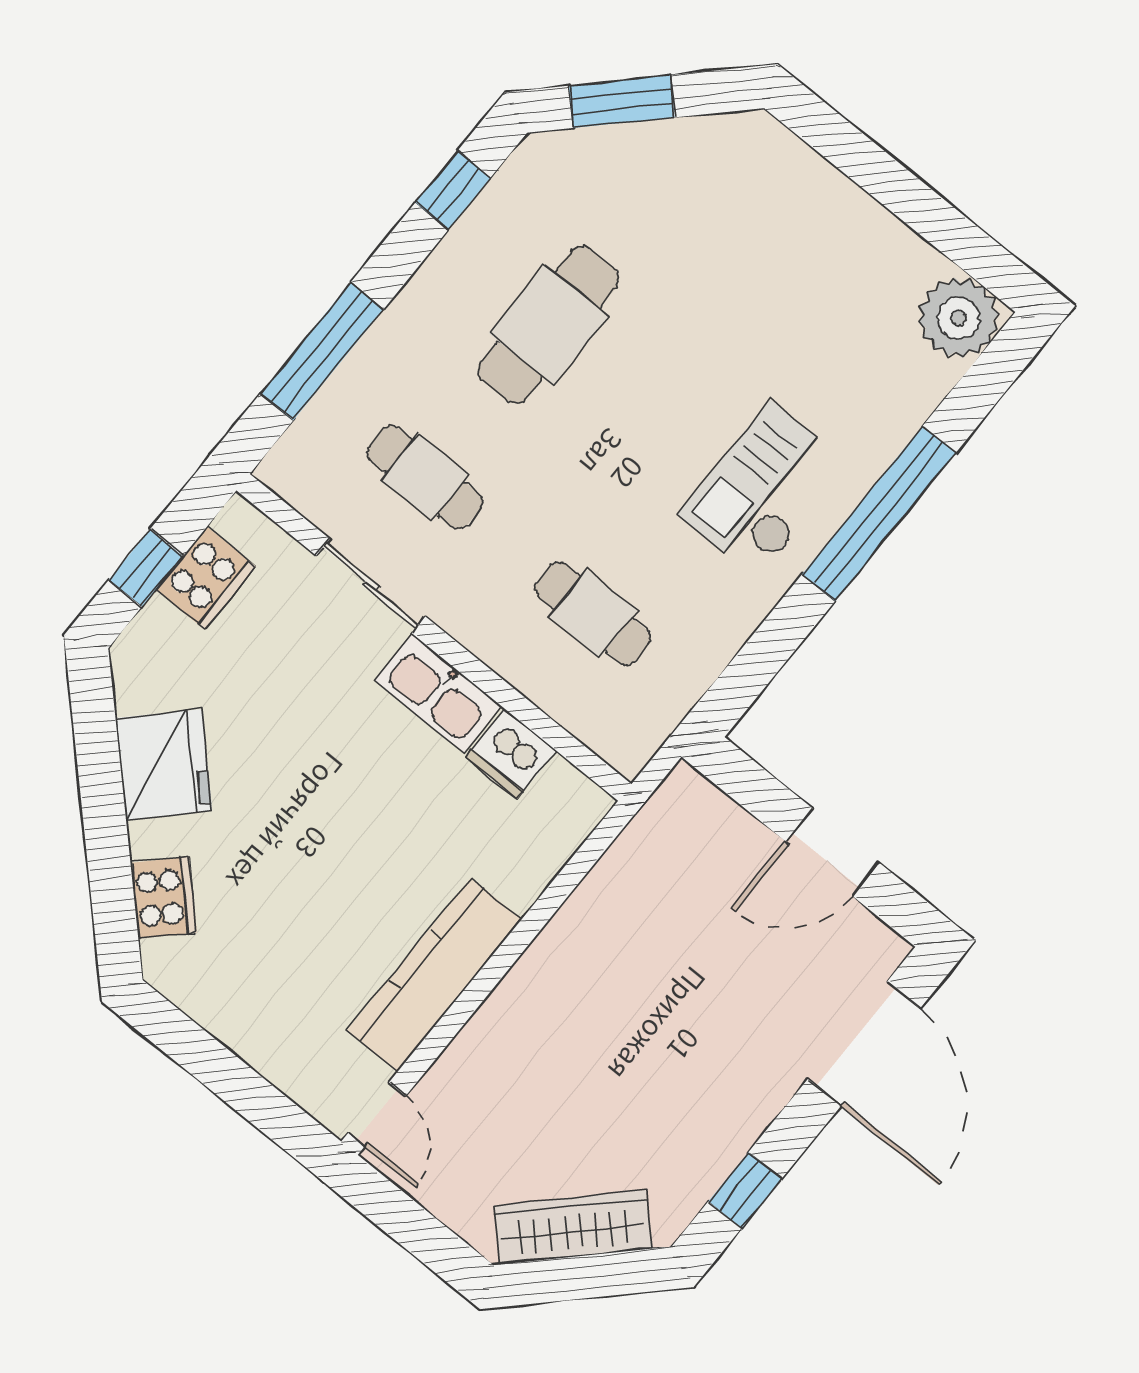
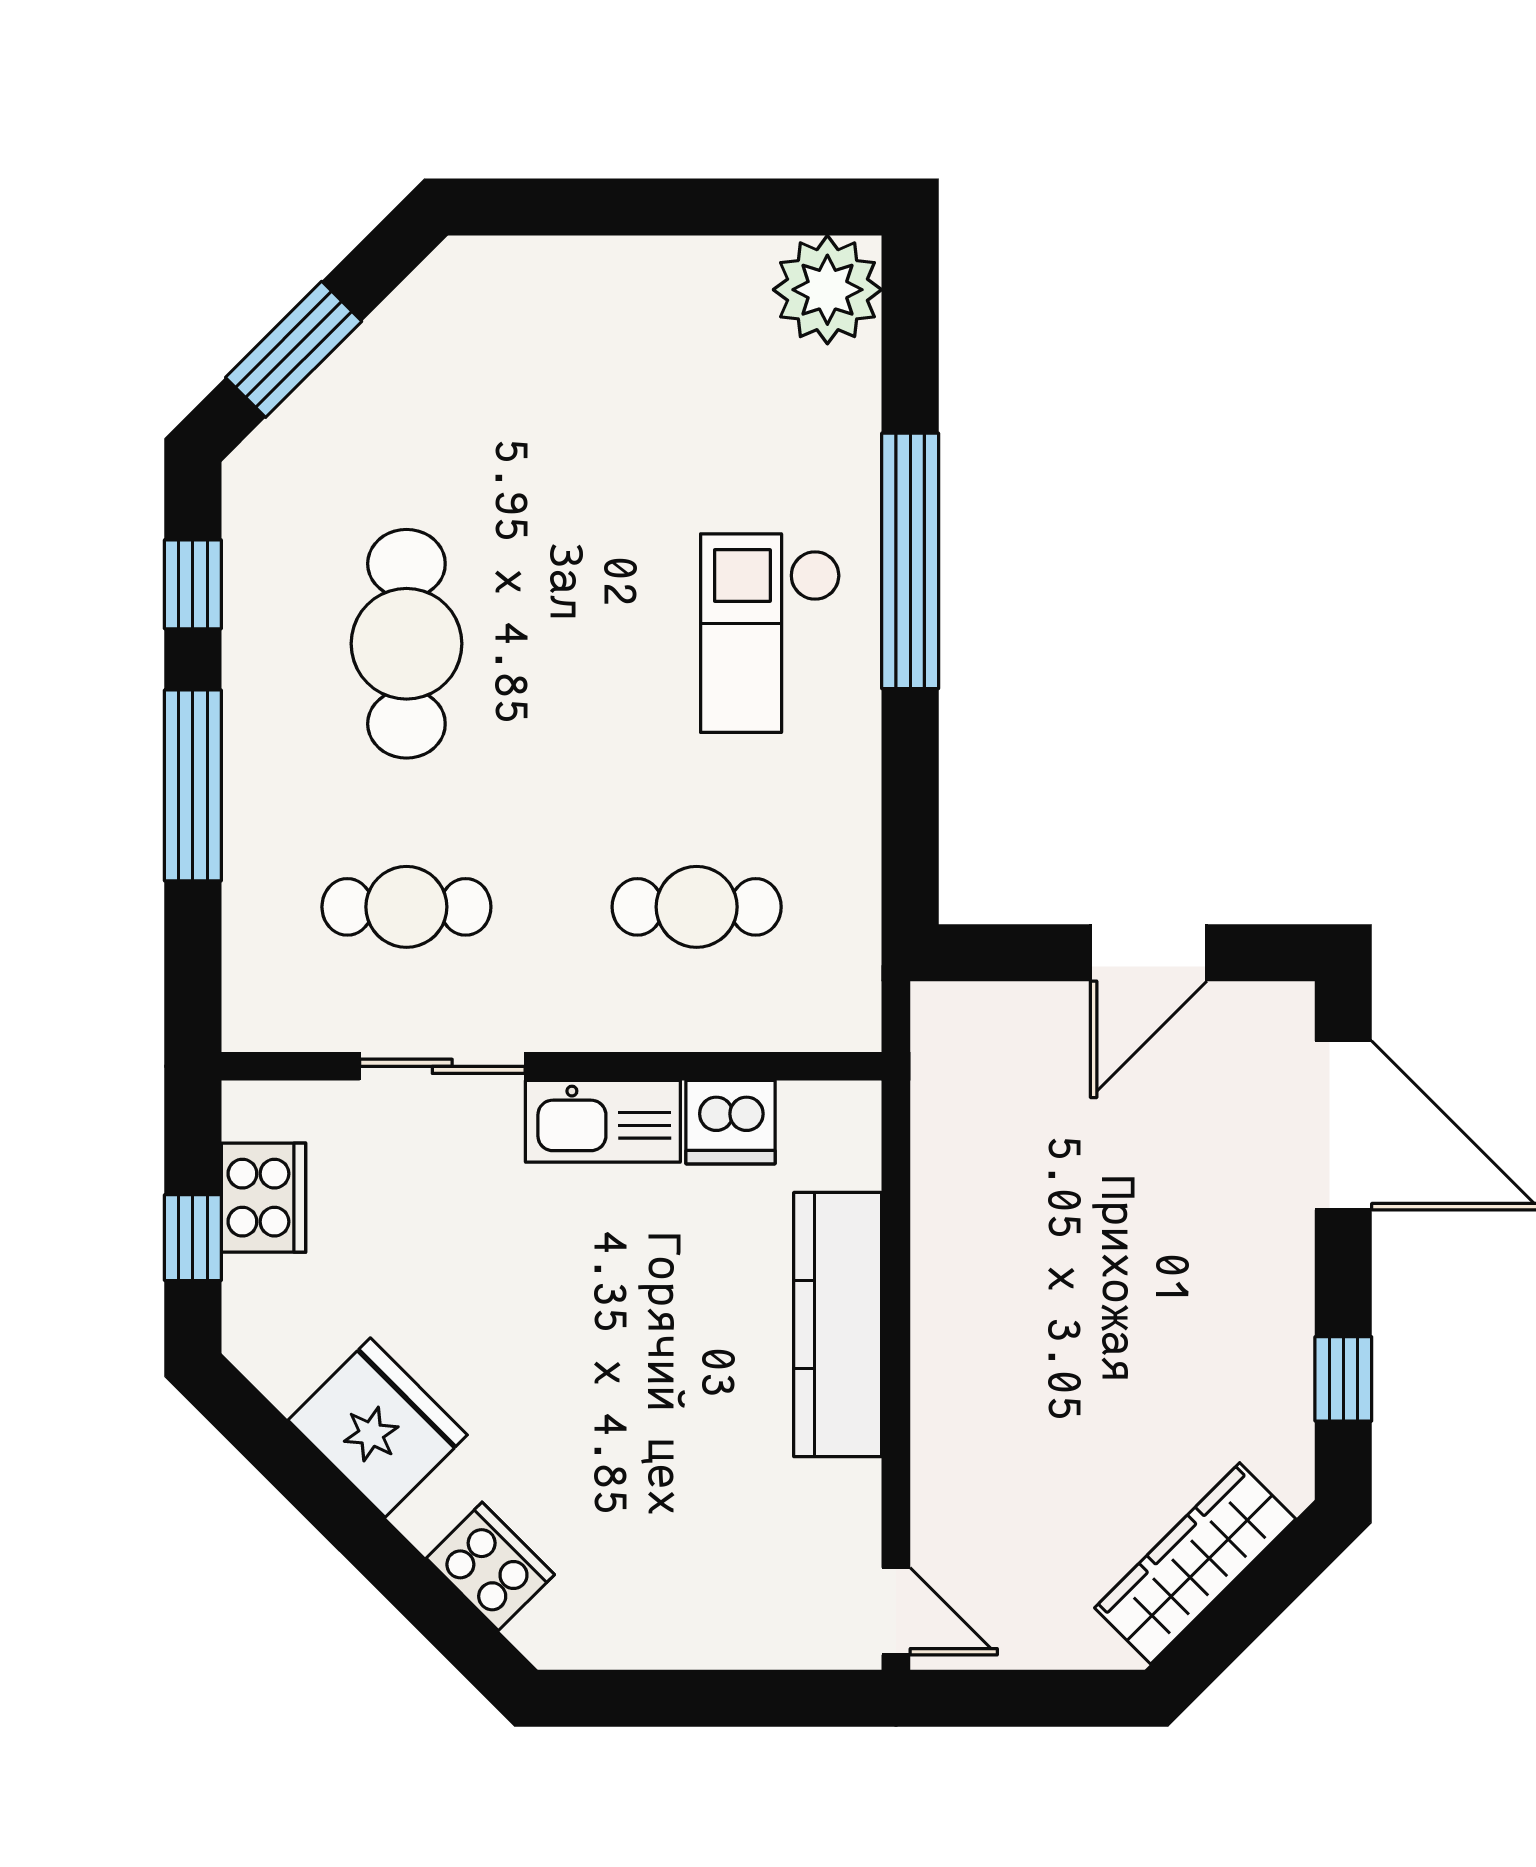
window: (322, 351) -> (193, 785), moved
kitchen counter: (434, 975) -> (838, 1325), moved

